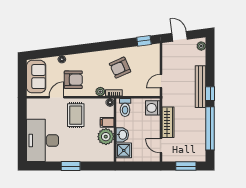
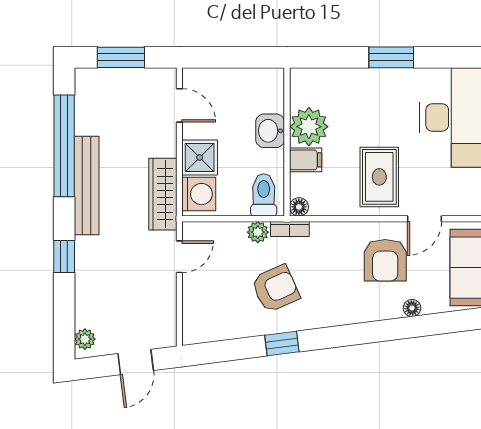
door: (180, 36) -> (136, 362), hinge flipped
window: (144, 41) -> (282, 344), moved
armchair: (73, 80) -> (385, 260), turned -90
bench: (201, 87) -> (87, 186), moved
plant: (100, 92) -> (258, 232), moved
window: (210, 94) -> (64, 257), moved
wardrobe: (168, 122) -> (163, 194), moved
shower: (124, 150) -> (200, 157), moved

